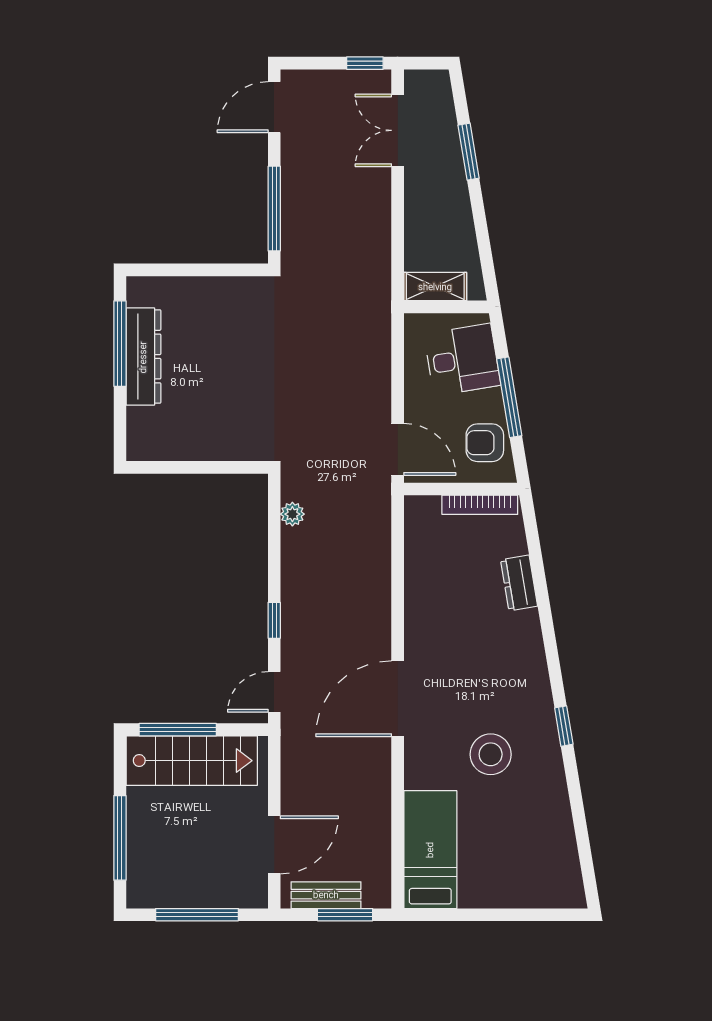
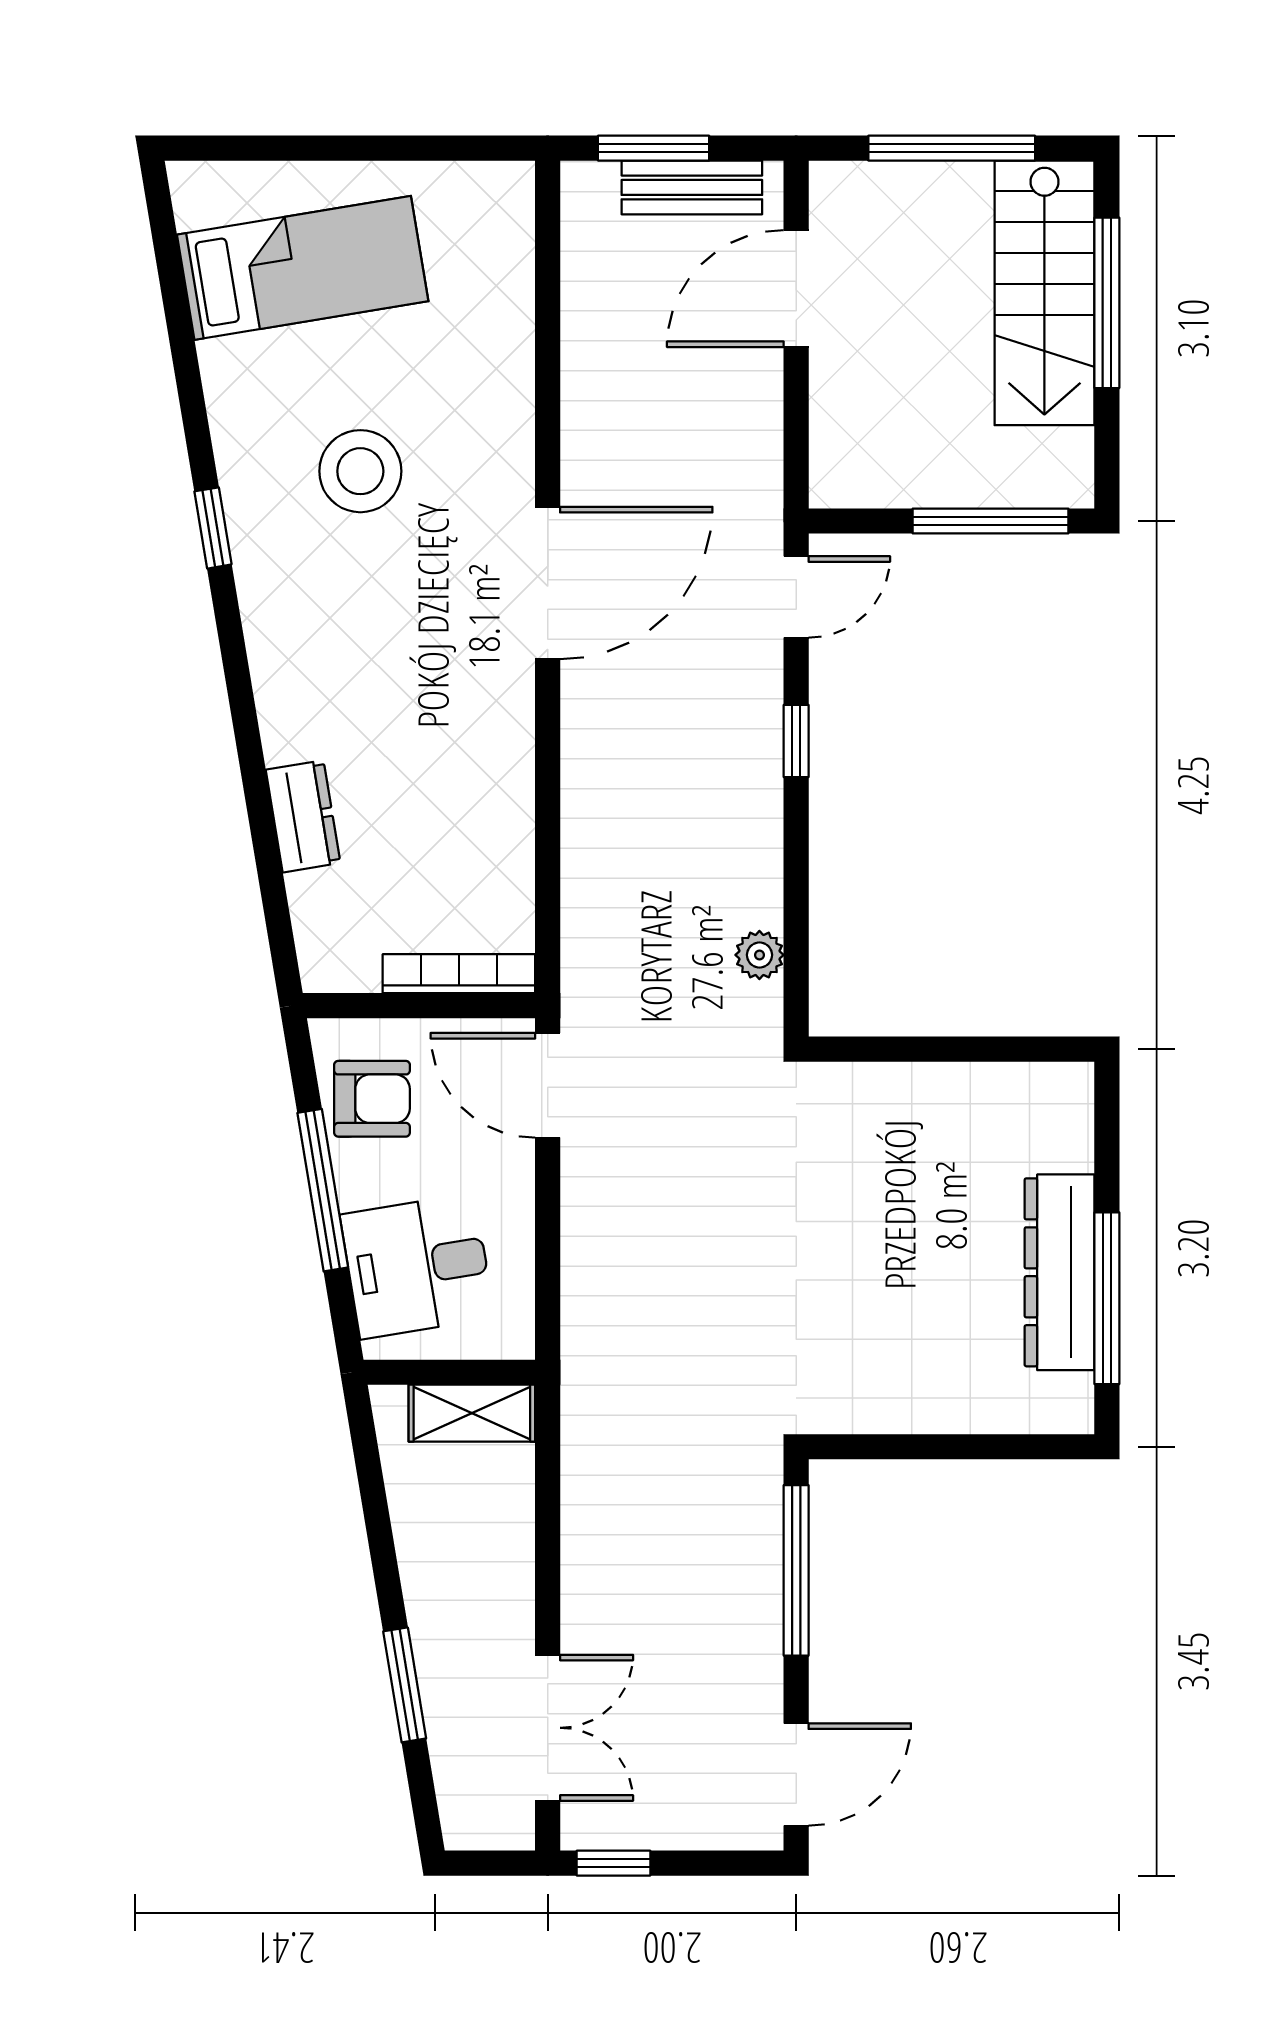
bookcase: (480, 505) -> (459, 974), moved
stairs: (192, 761) -> (1044, 293), moved, turned -90
bed: (430, 850) -> (303, 268), moved, turned -99

